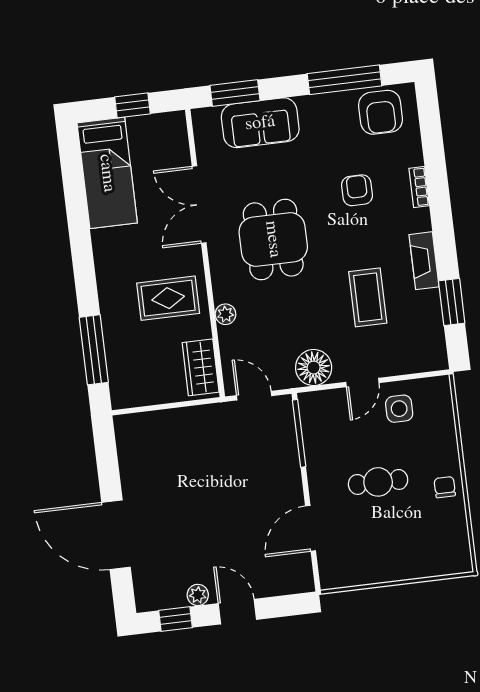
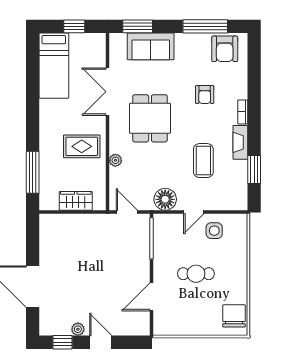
bookcase: (419, 187) -> (243, 112), moved
armchair: (357, 190) -> (205, 95), turned 180
wardrobe: (201, 367) -> (76, 201), moved, turned 90
chair: (445, 487) -> (234, 316), moved, width x1.87, depth x1.87

